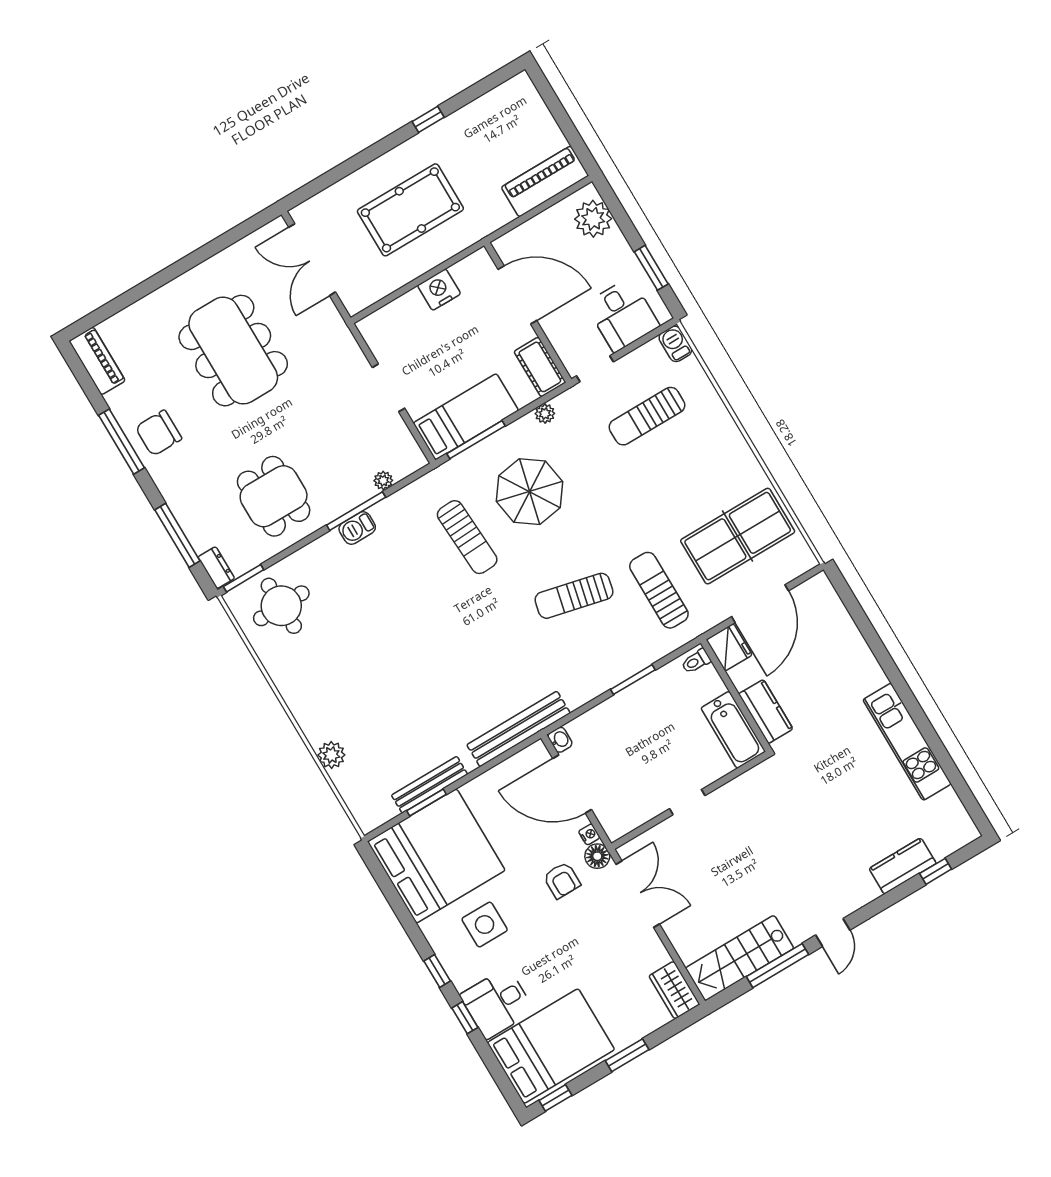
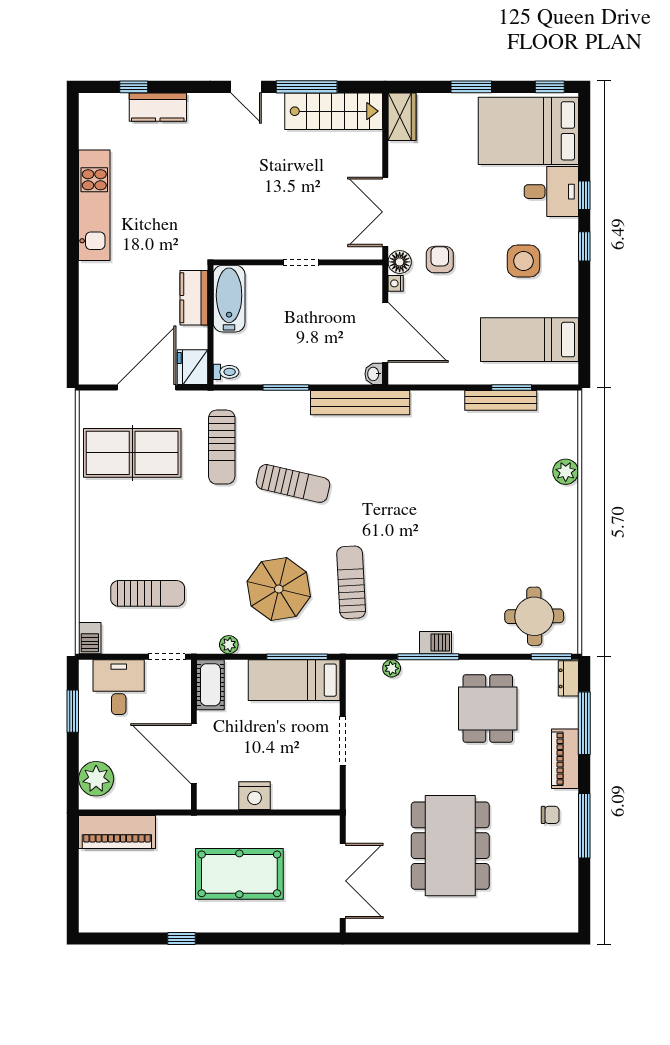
piano: (97, 361) -> (565, 759), moved
chair: (159, 433) -> (550, 815), width x0.54, depth x0.54
bench: (519, 729) -> (360, 403), moved
bed: (436, 856) -> (529, 340), width x0.49
door: (833, 933) -> (246, 87), swing flipped

